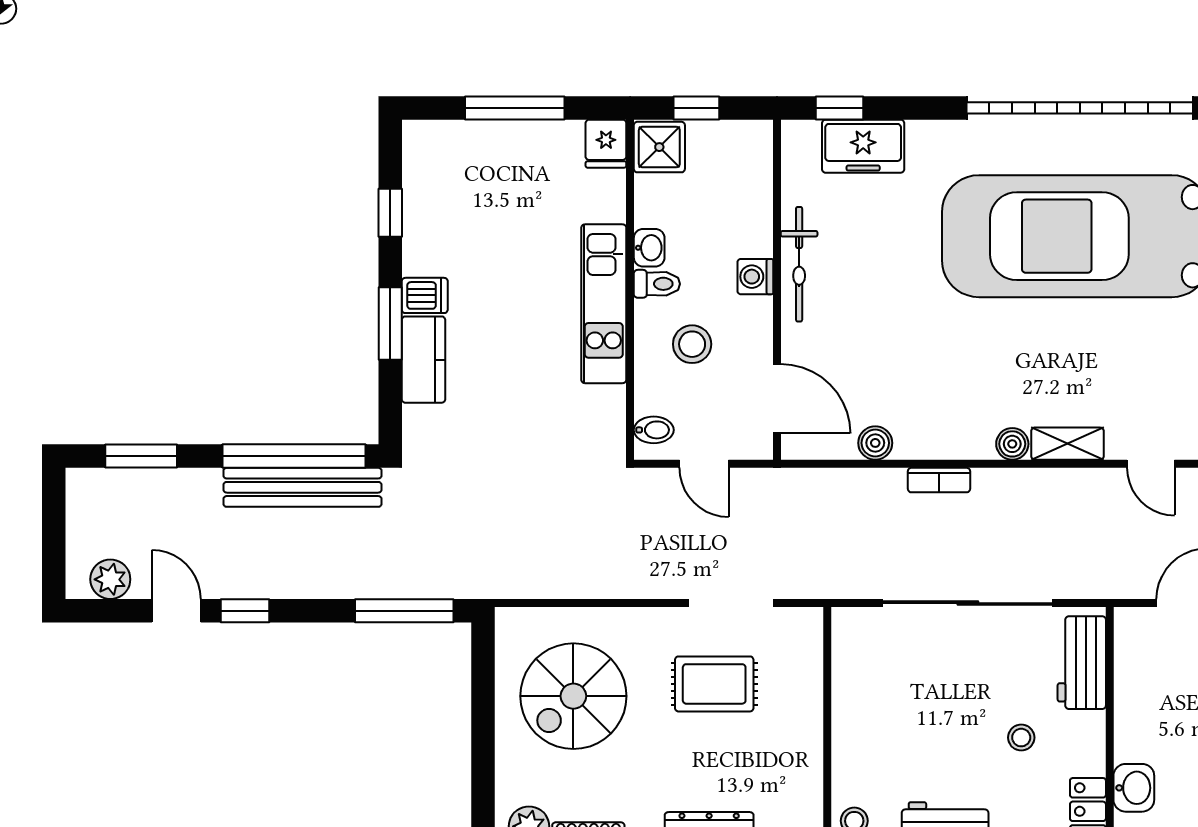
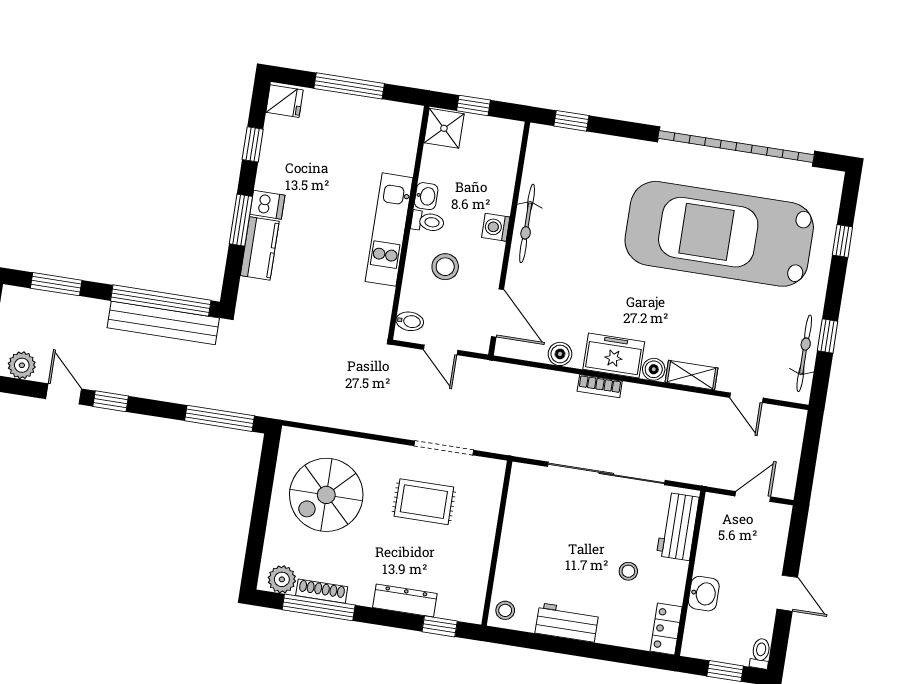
fridge: (606, 144) -> (285, 101), moved, turned -90
freezer: (863, 146) -> (614, 356), moved, turned 180
washbasin: (1134, 788) -> (704, 594), moved

